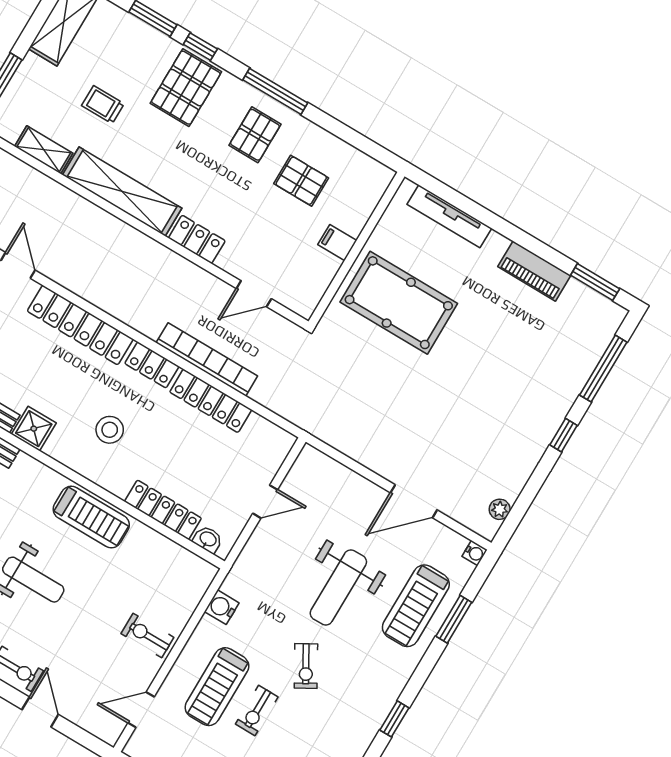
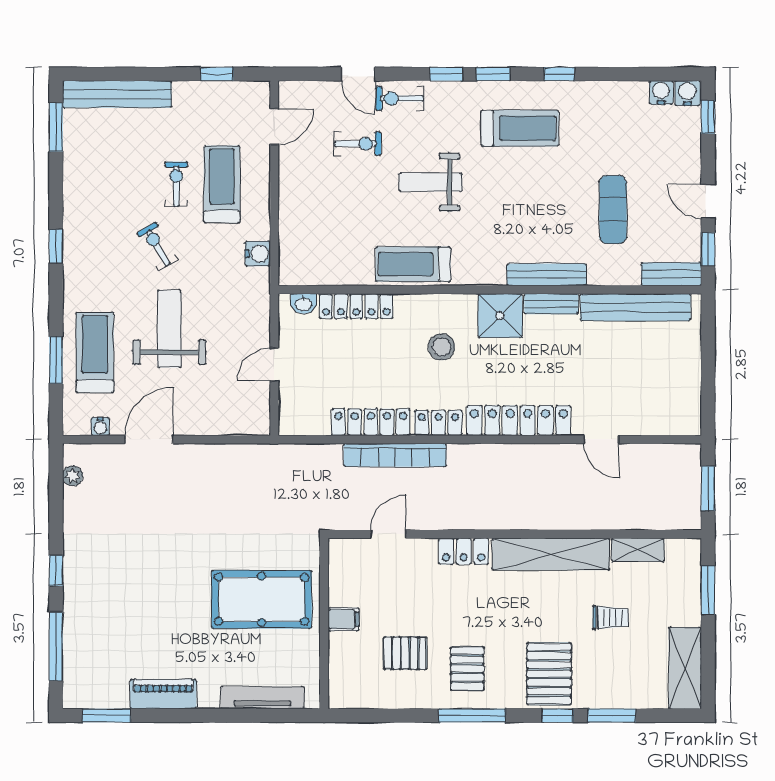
shower: (34, 429) -> (500, 316), width x1.36, depth x1.36
water cooler: (475, 553) -> (100, 426), moved, turned -90
exercise bike: (147, 635) -> (357, 144), moved

